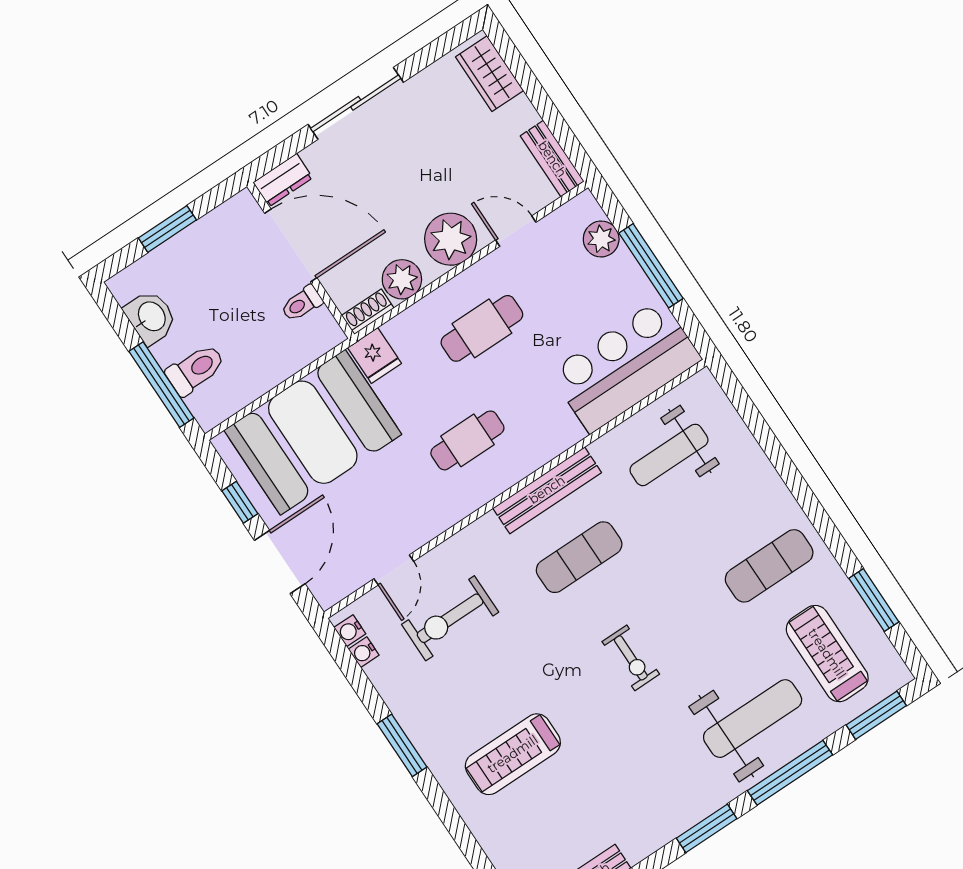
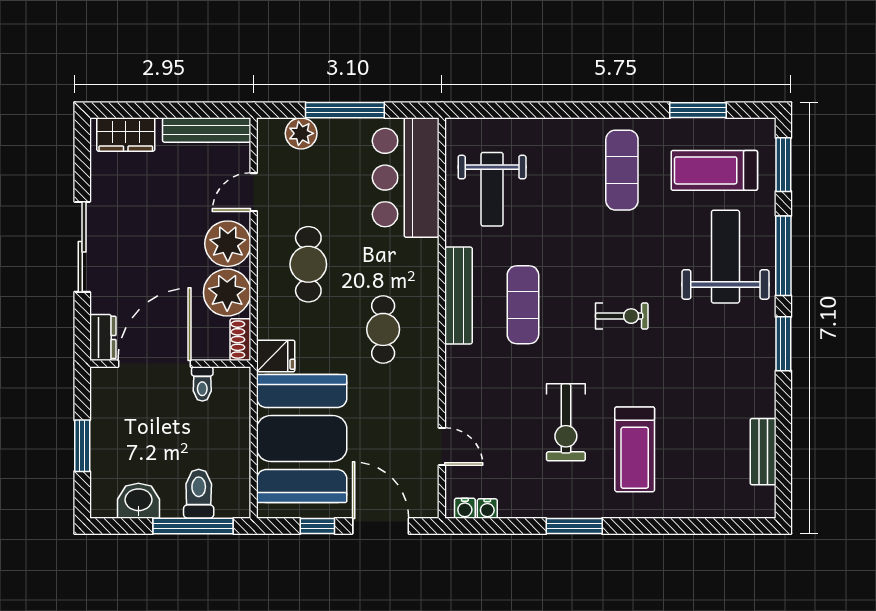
bench: (552, 159) -> (207, 130), width x1.36
plant: (402, 279) -> (227, 293), width x1.36, depth x1.36
exercise bike: (450, 618) -> (566, 422), moved

